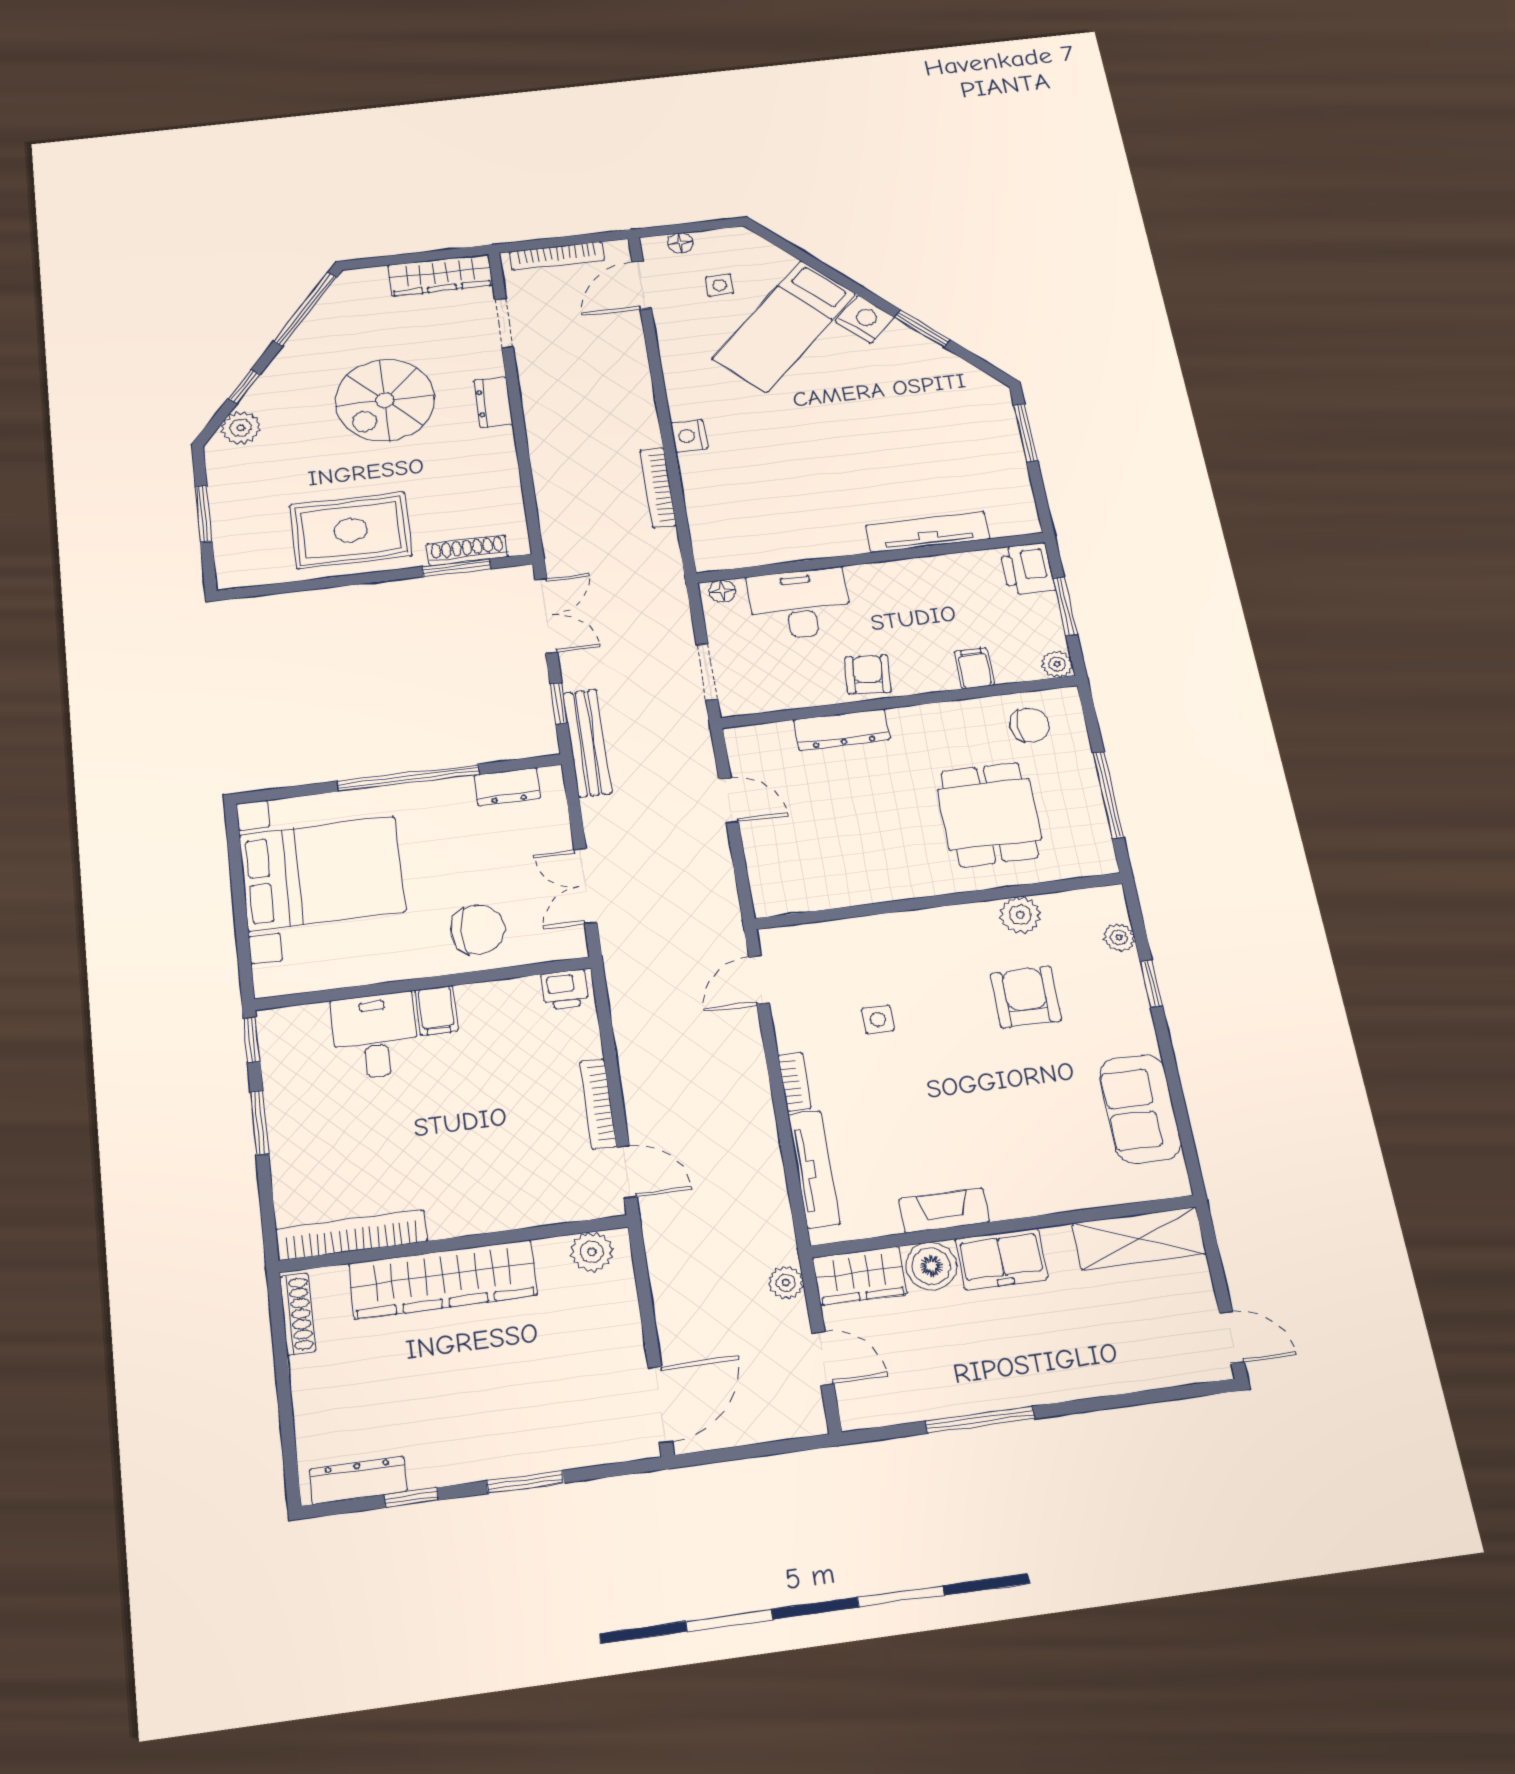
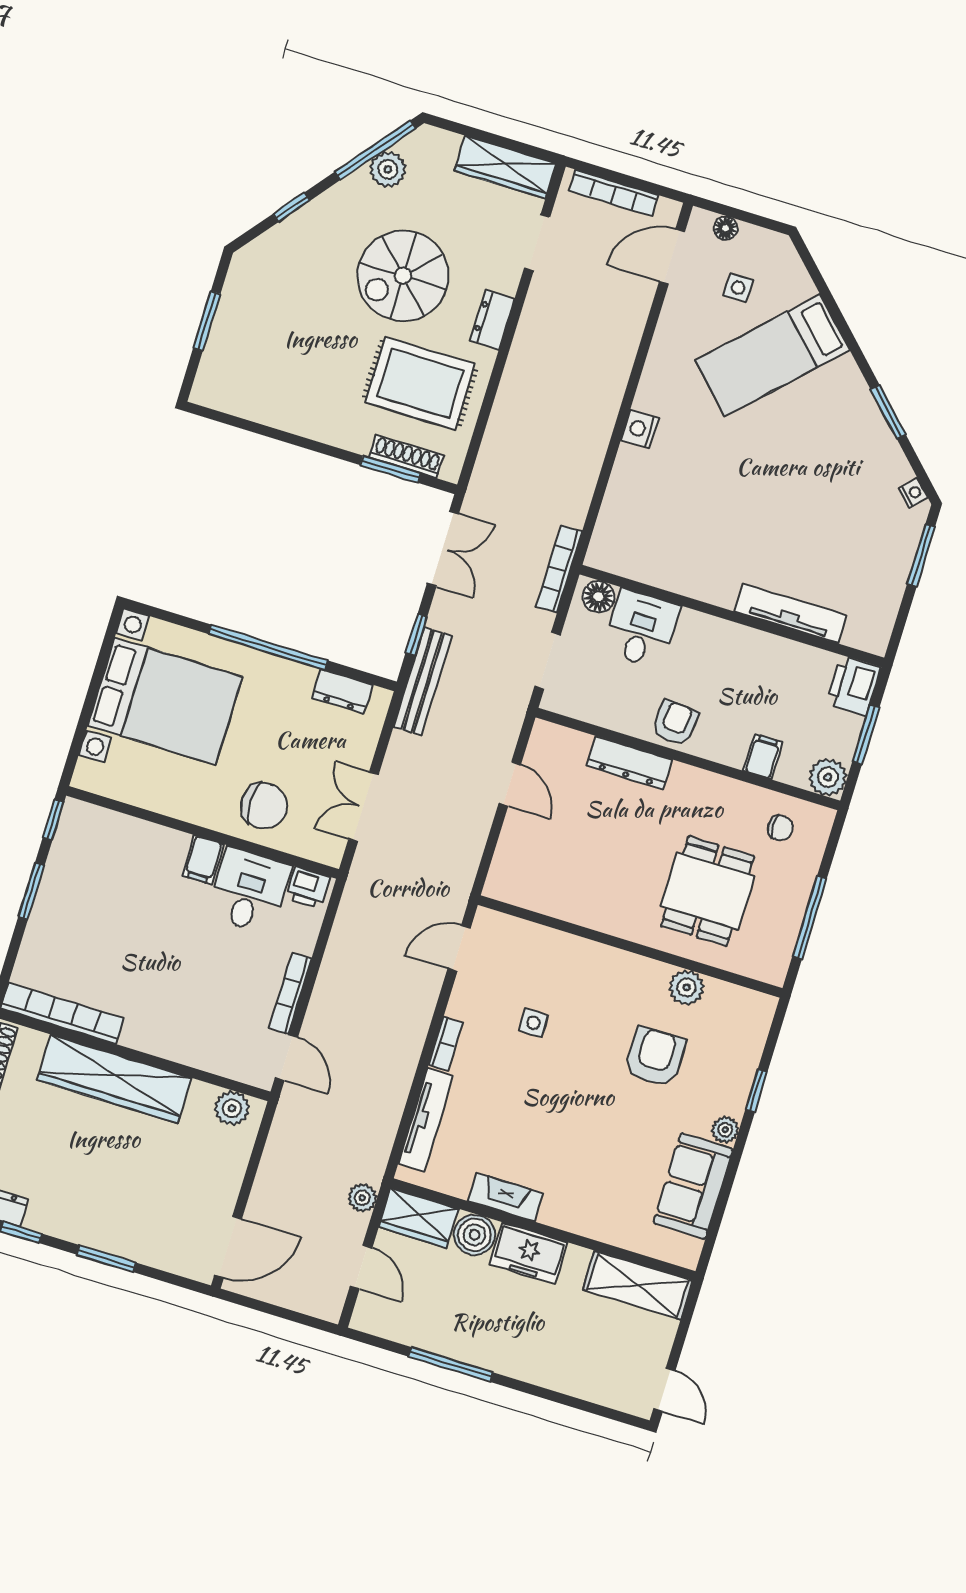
nightstand: (865, 319) -> (913, 493), moved, width x0.53, depth x0.56
plant: (241, 428) -> (388, 169), moved
bookcase: (658, 488) -> (559, 569), moved
rug: (351, 530) -> (420, 383), moved
floor lamp: (722, 591) -> (599, 597), width x1.37, depth x1.37
desk: (800, 604) -> (641, 629), width x0.73
plant: (1057, 664) -> (828, 777), width x1.38, depth x1.38
chair: (1030, 725) -> (780, 828), width x0.73, depth x0.73
plant: (1119, 937) -> (725, 1130), moved
desk: (375, 1036) -> (249, 891), moved

